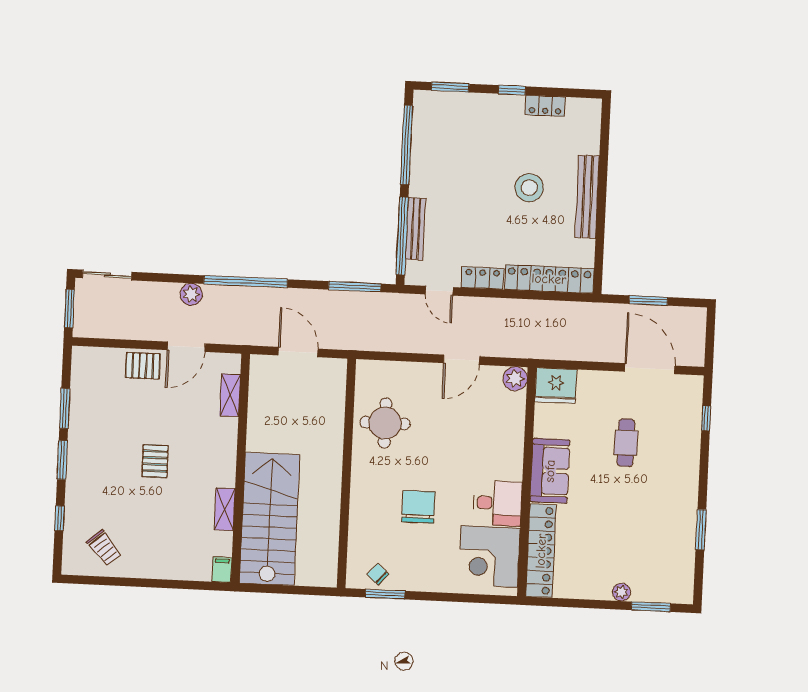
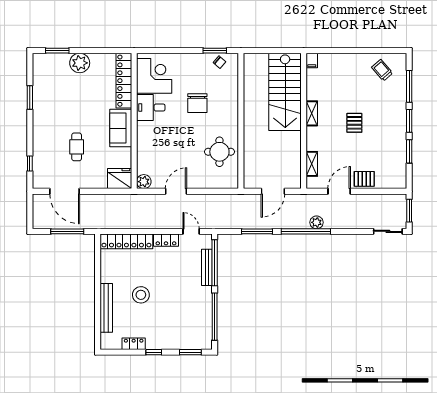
bench: (587, 197) -> (106, 308), moved
window: (355, 287) -> (257, 231), moved
plant: (191, 294) -> (317, 222), moved
window: (648, 301) -> (67, 231), width x1.44
door: (298, 352) -> (273, 191), hinge flipped
shelving: (225, 509) -> (312, 113), moved
window: (59, 518) -> (409, 86), width x2.17
plant: (621, 592) -> (80, 63), width x1.87, depth x1.87

